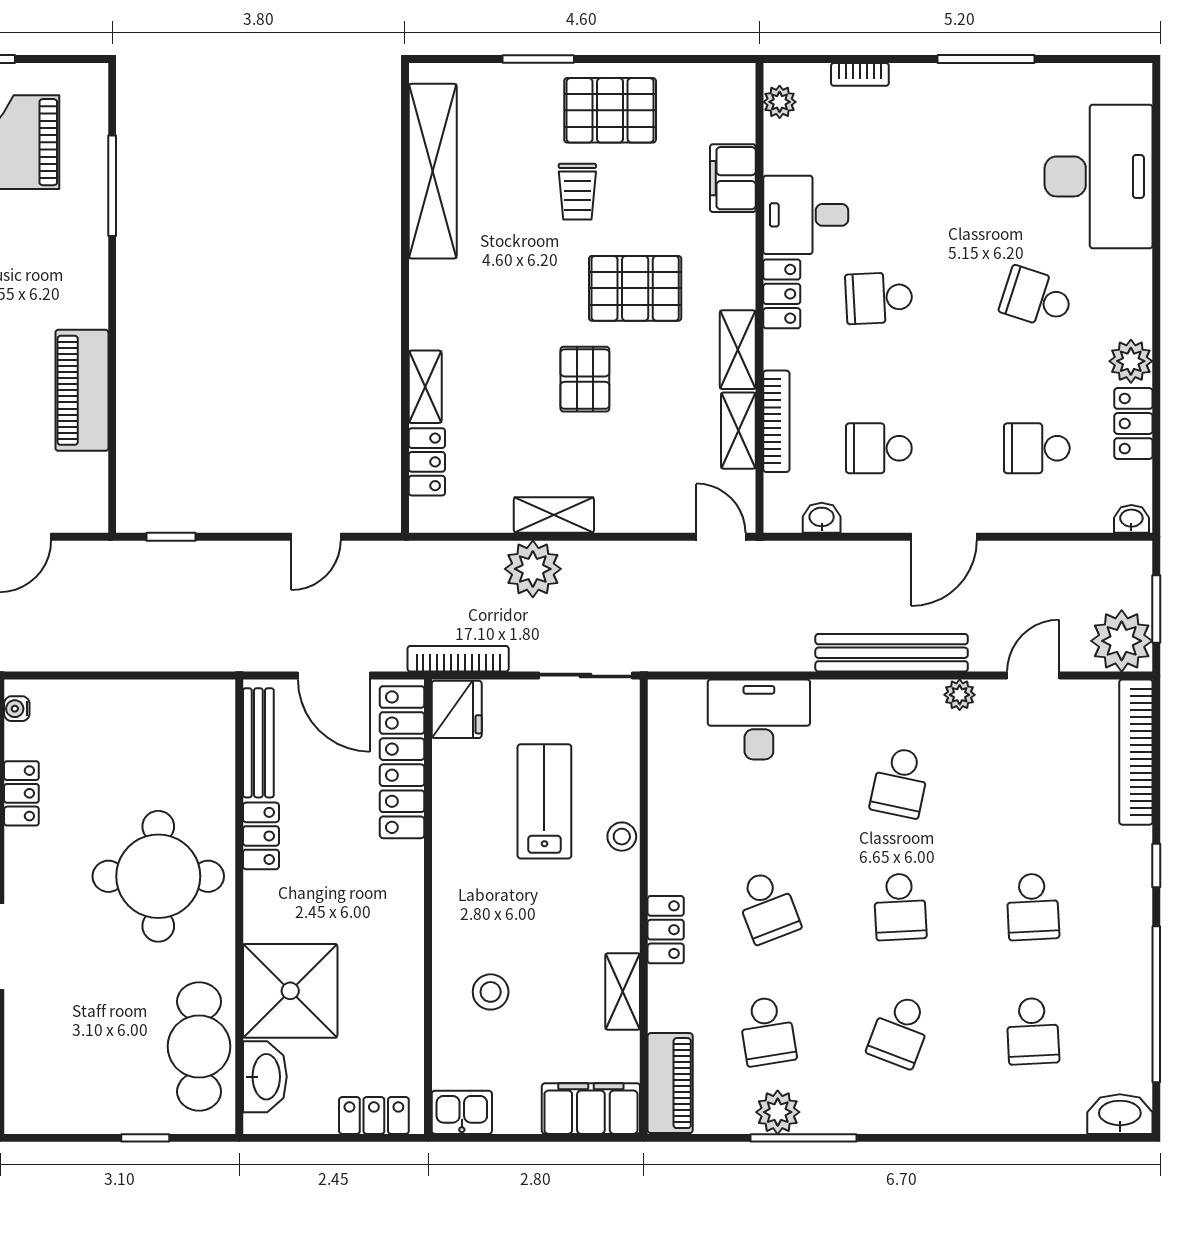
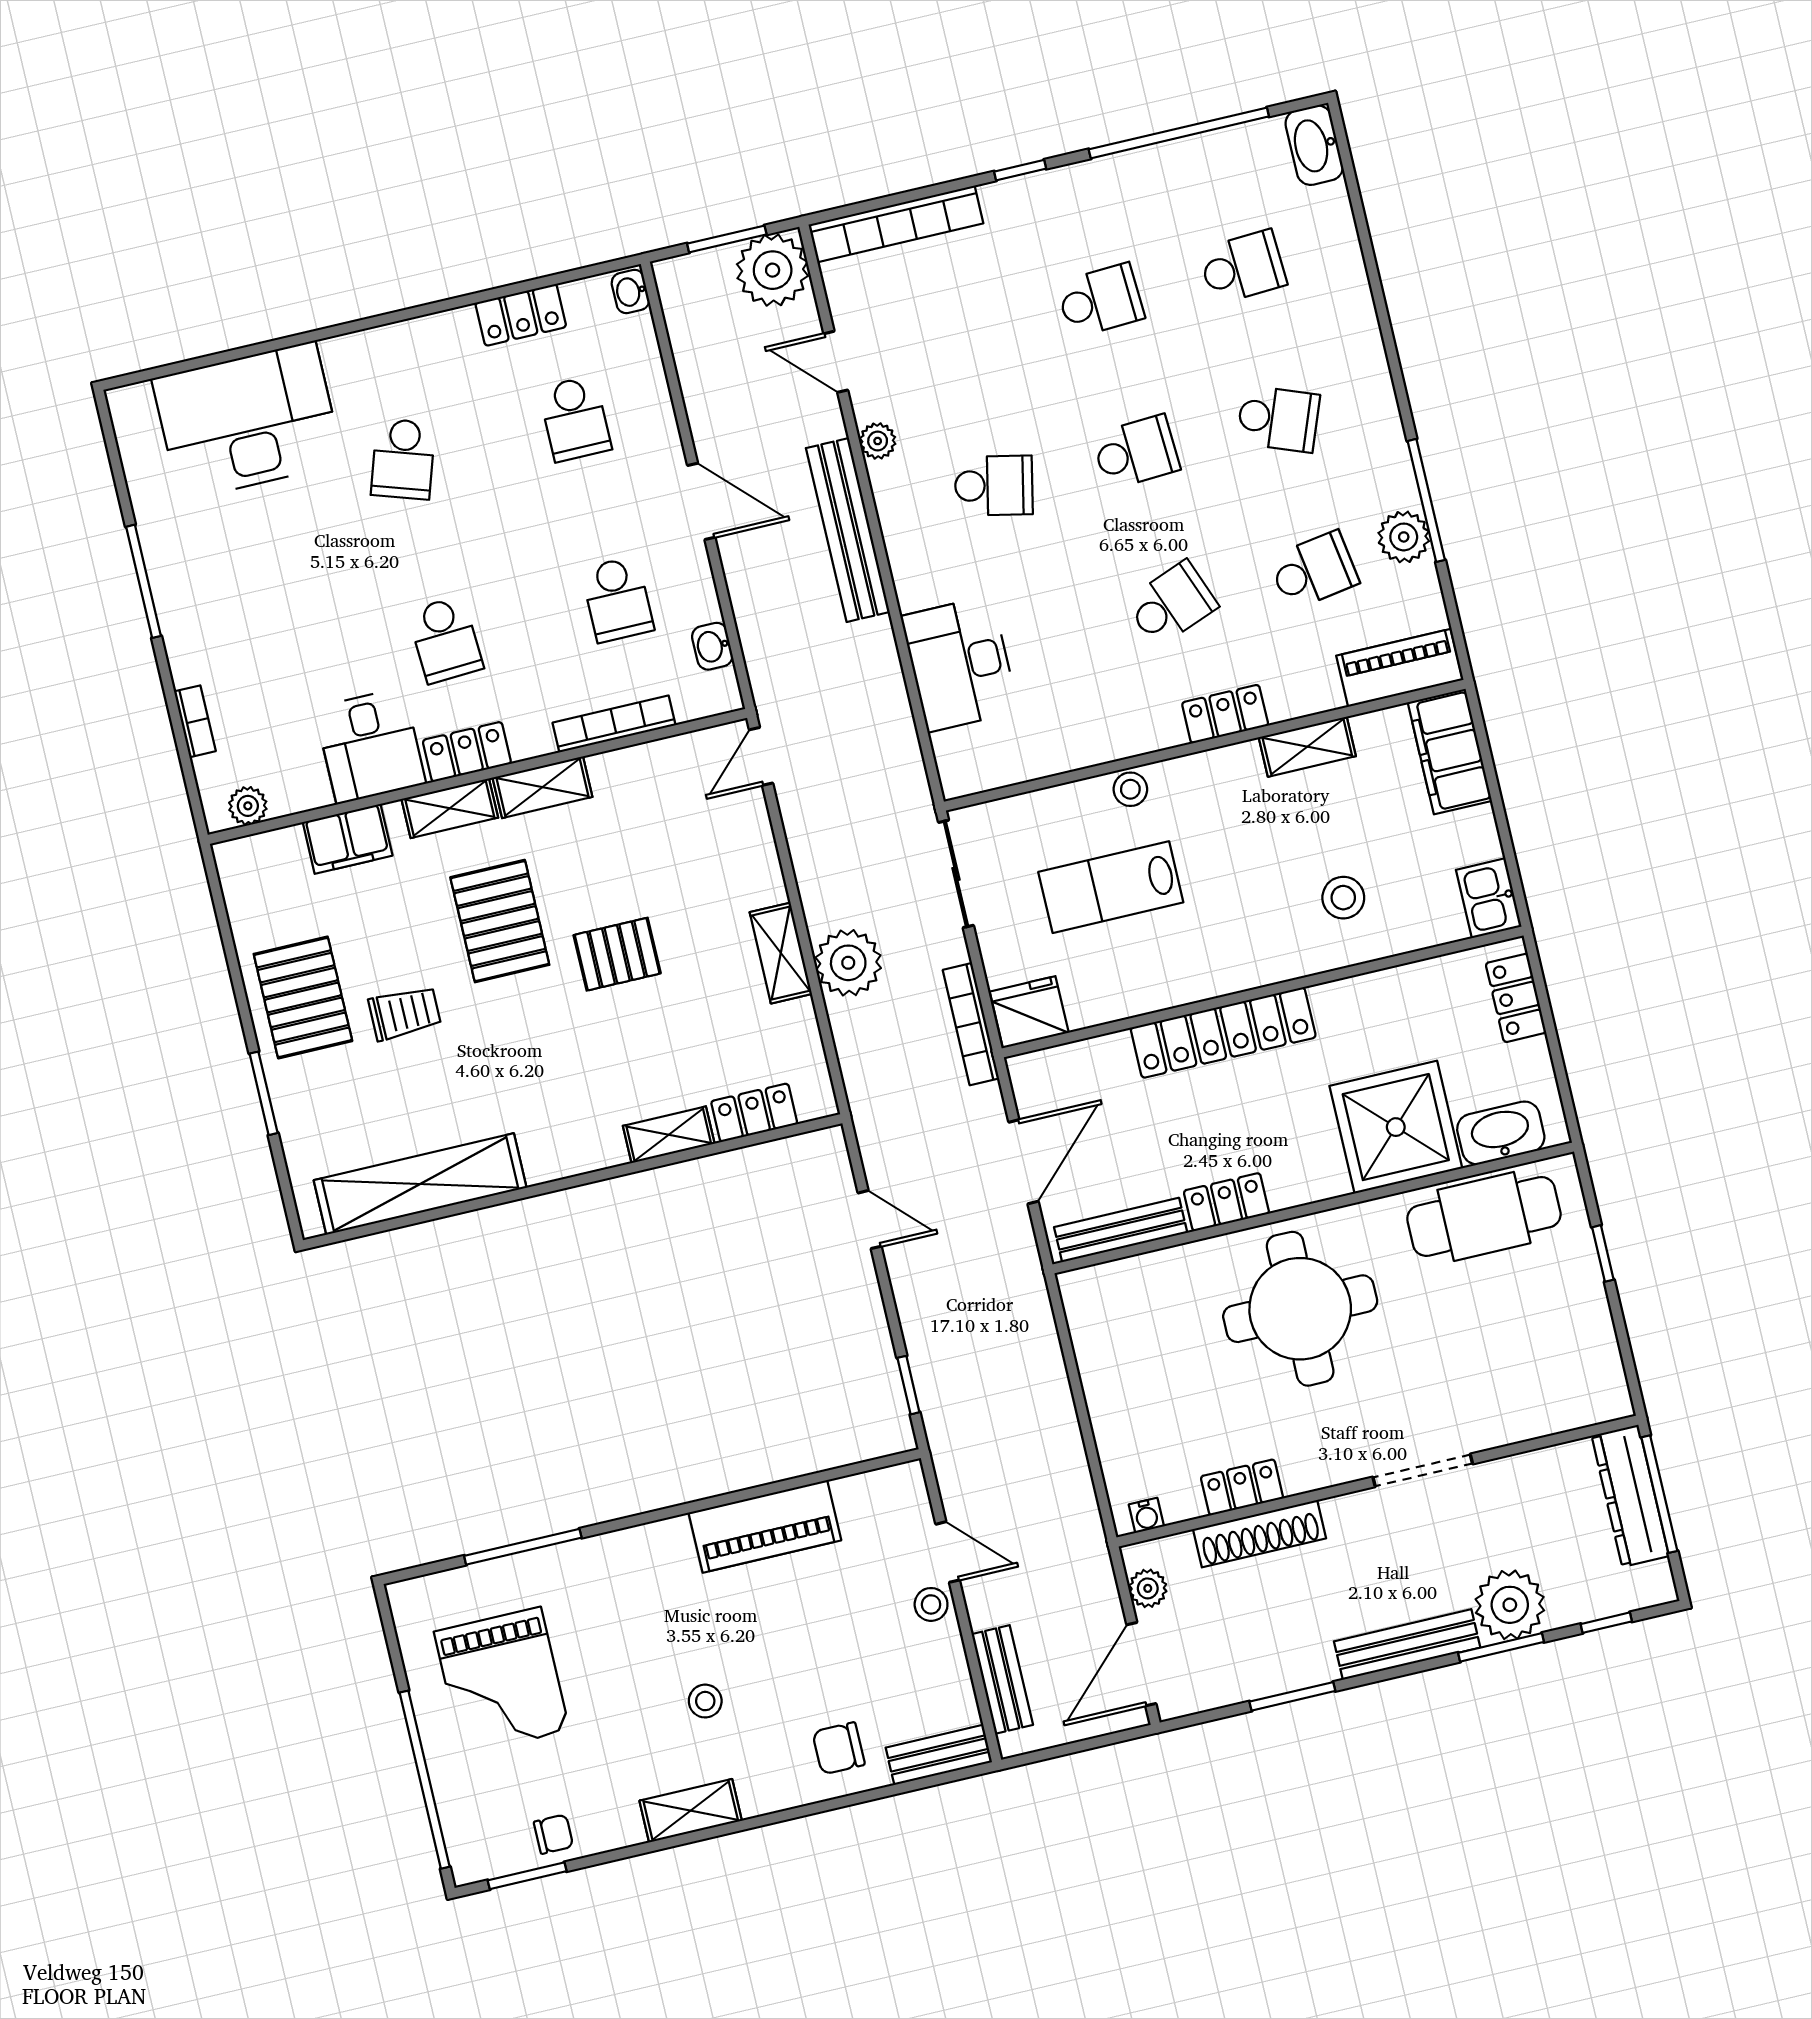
plant: (1131, 361) -> (450, 335), removed
shelving: (738, 431) -> (450, 808), moved
locker: (402, 762) -> (1223, 1033), moved

